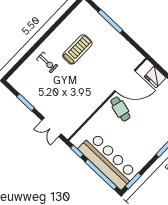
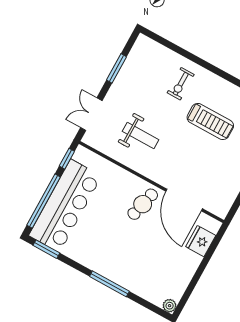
weight bench: (74, 98) -> (141, 136), added

